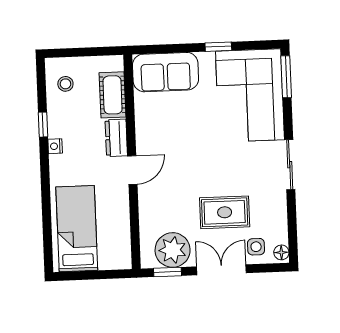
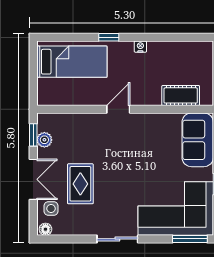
stool: (65, 84) -> (191, 57), removed
window: (43, 125) -> (109, 37), moved
dresser: (116, 138) -> (145, 97), removed
door: (132, 170) -> (118, 109), swing flipped
plant: (173, 250) -> (44, 140), width x0.53, depth x0.53

